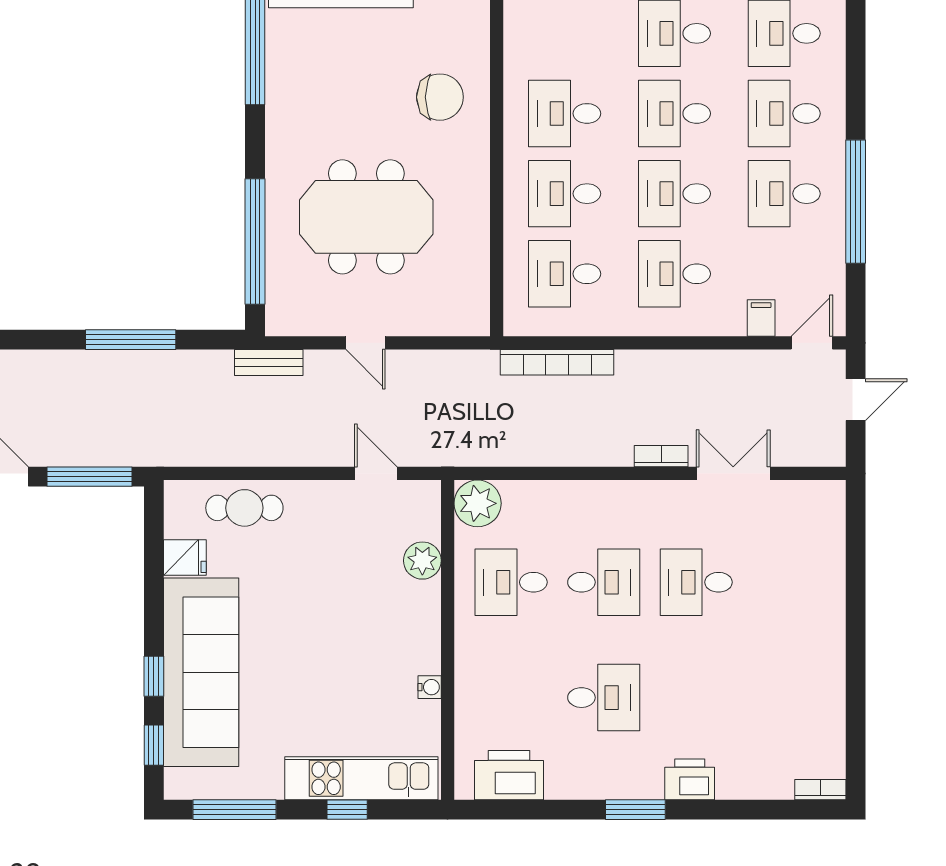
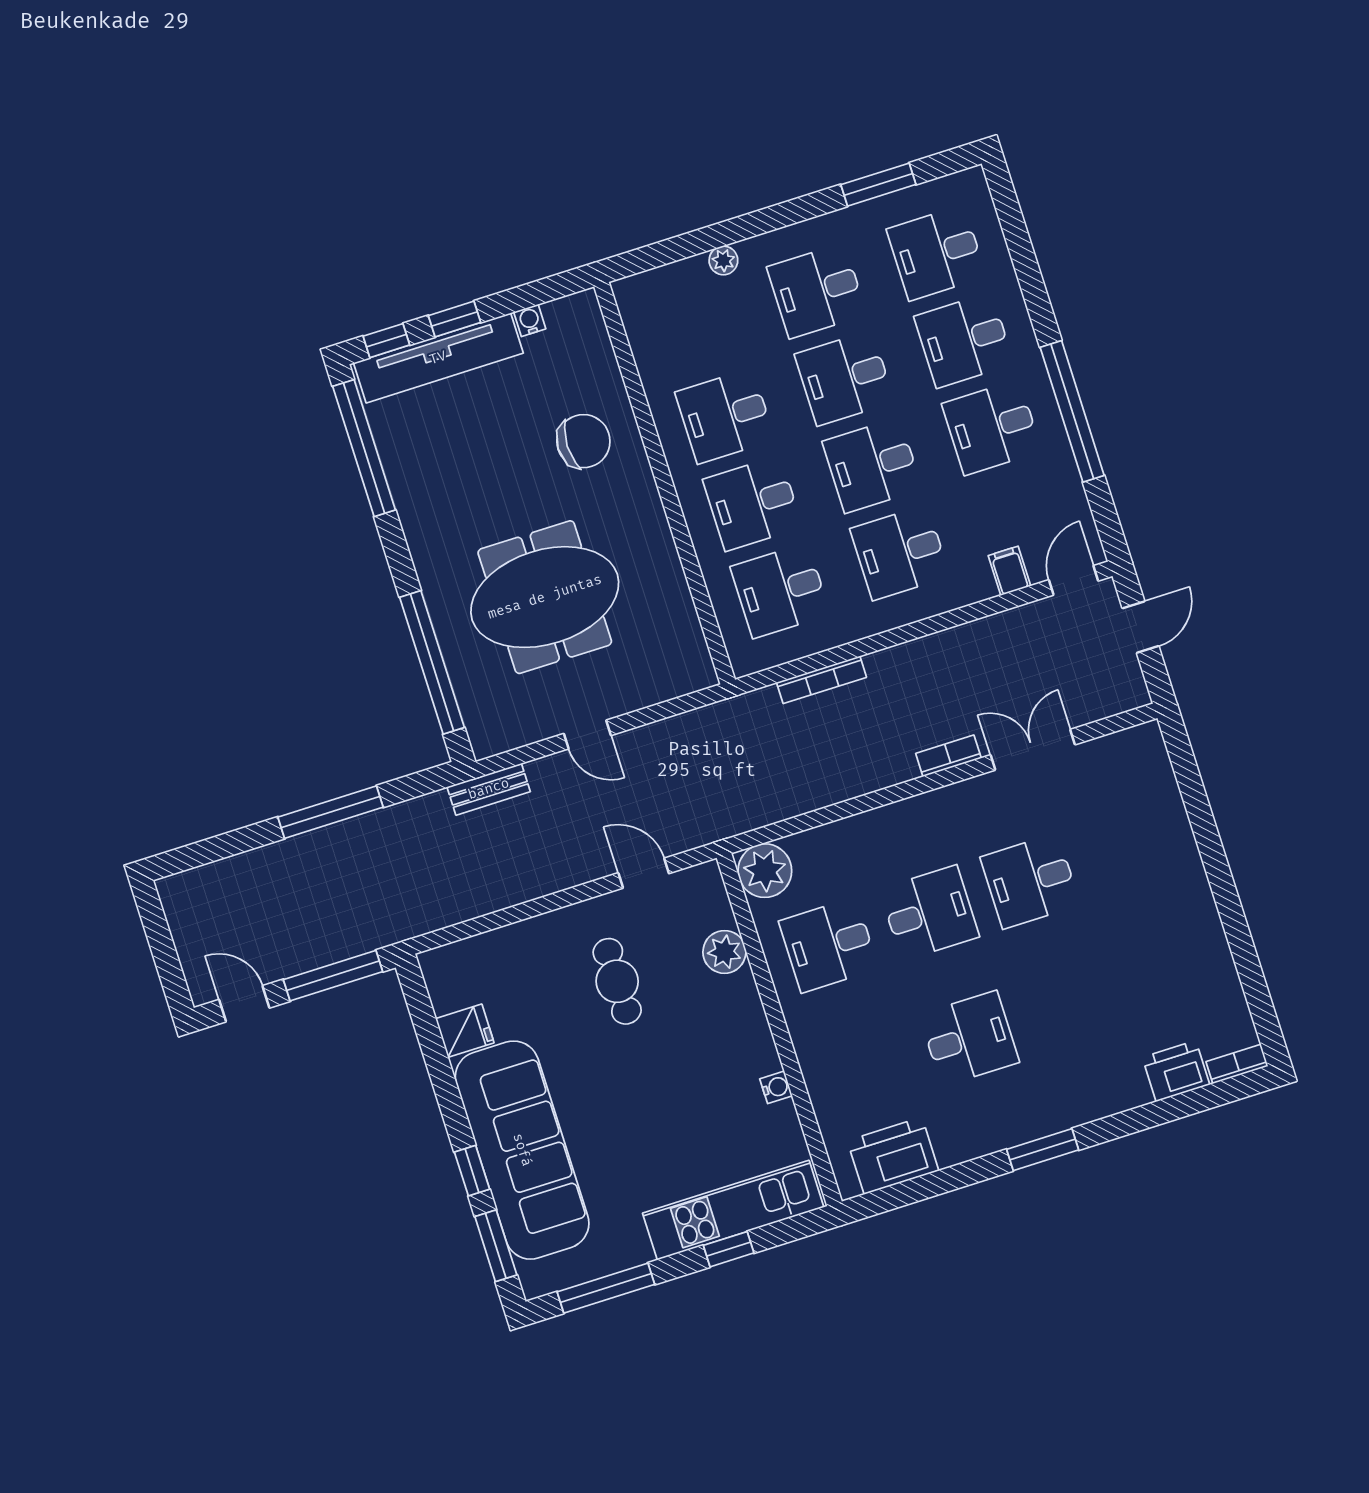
bookcase: (557, 362) -> (822, 680), width x0.68, depth x0.76
cafe table: (244, 508) -> (617, 981), moved, turned 90
window: (154, 745) -> (496, 1246), width x1.50
printer: (690, 779) -> (1176, 1071), moved

